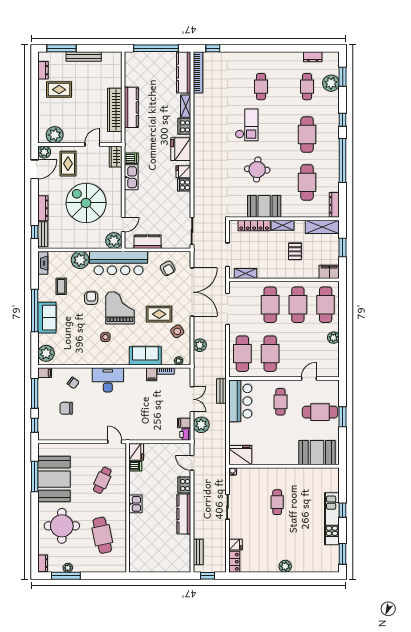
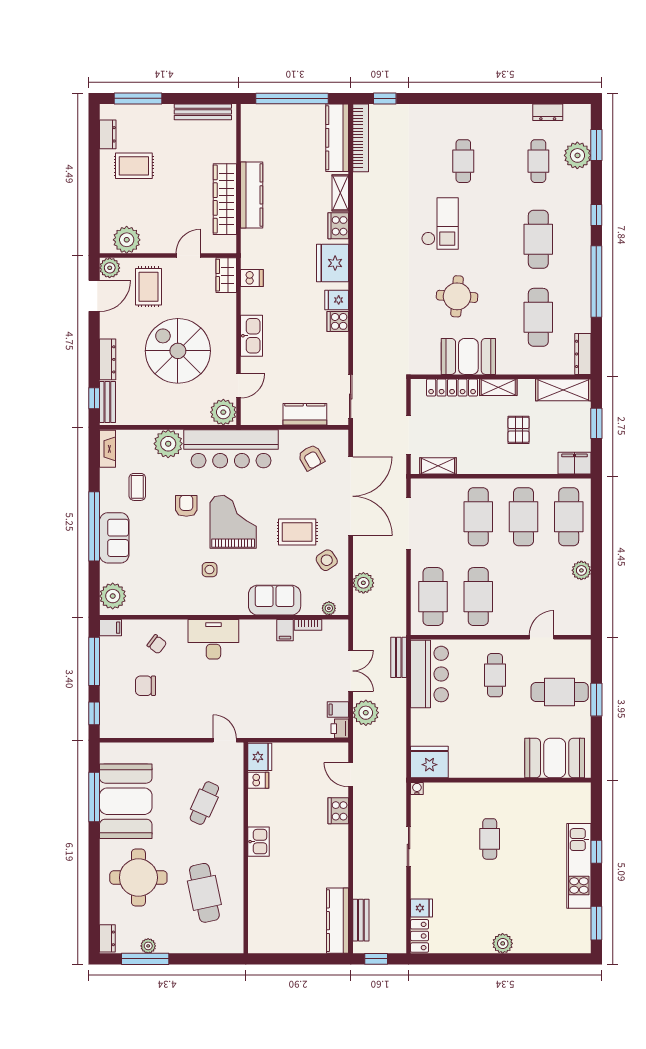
bench: (84, 56) -> (203, 112), moved
kitchen sink: (131, 177) -> (252, 336), moved
kitchen counter: (147, 242) -> (305, 414), moved
kitchen counter: (184, 514) -> (338, 921), moved

